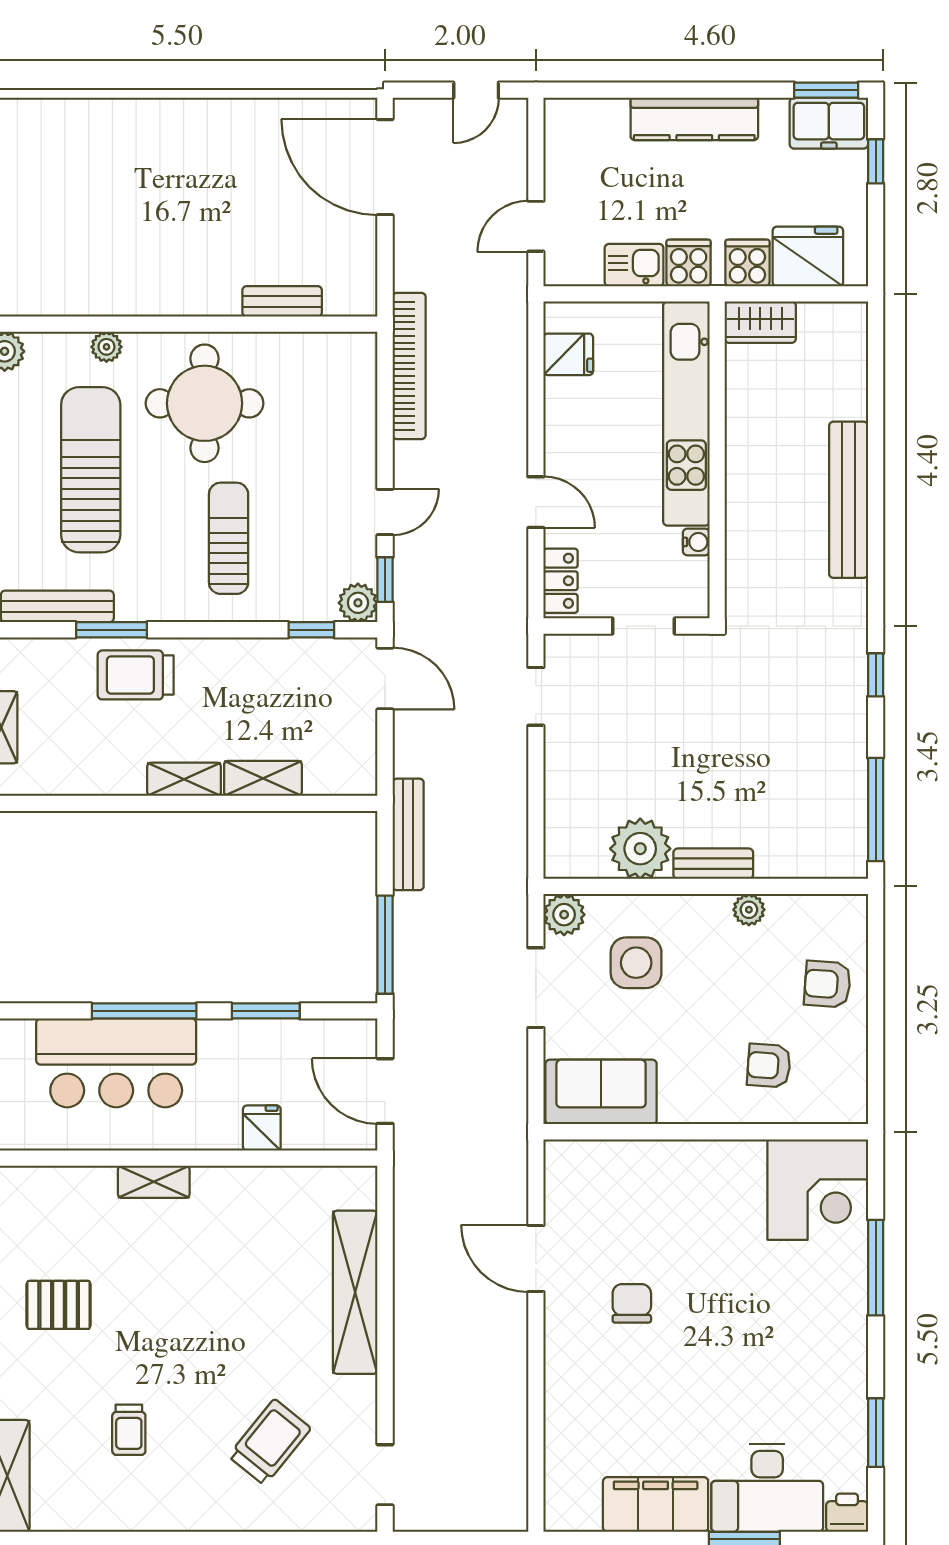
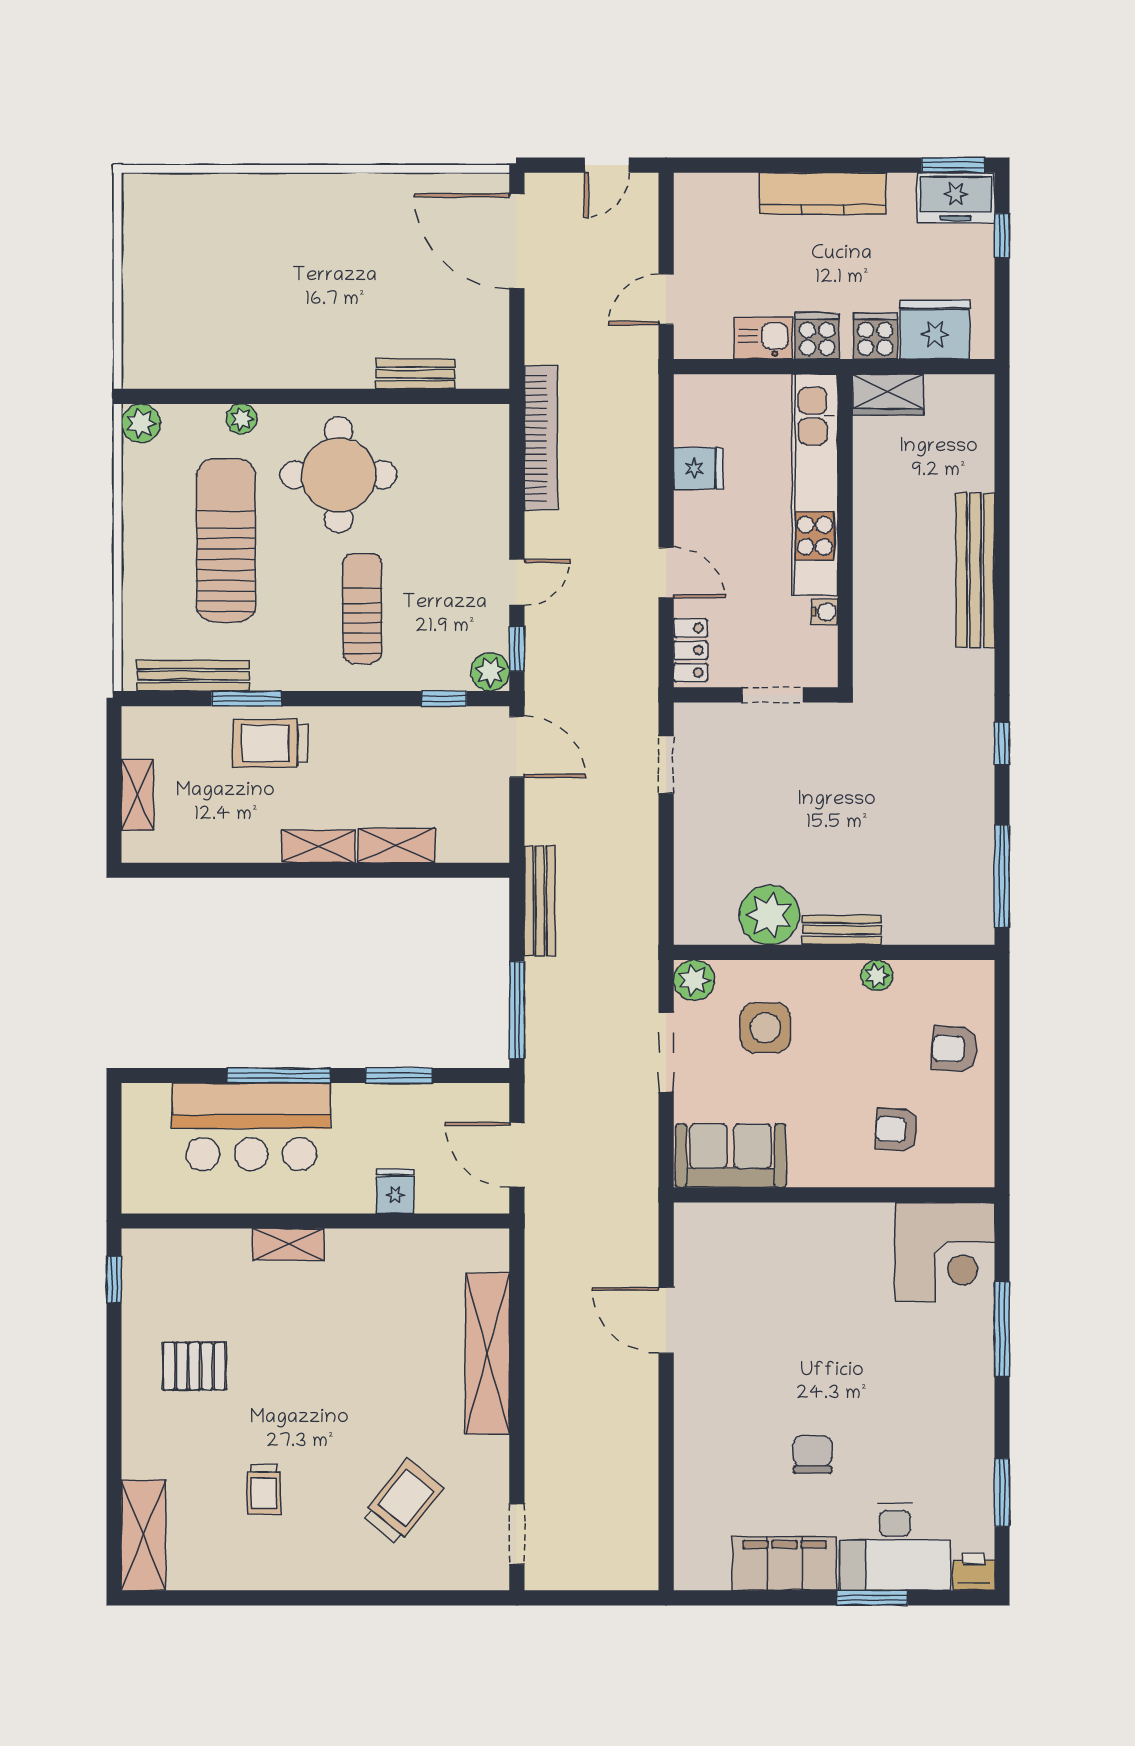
fridge: (568, 354) -> (698, 468), moved
chair: (632, 1303) -> (813, 1454), moved

